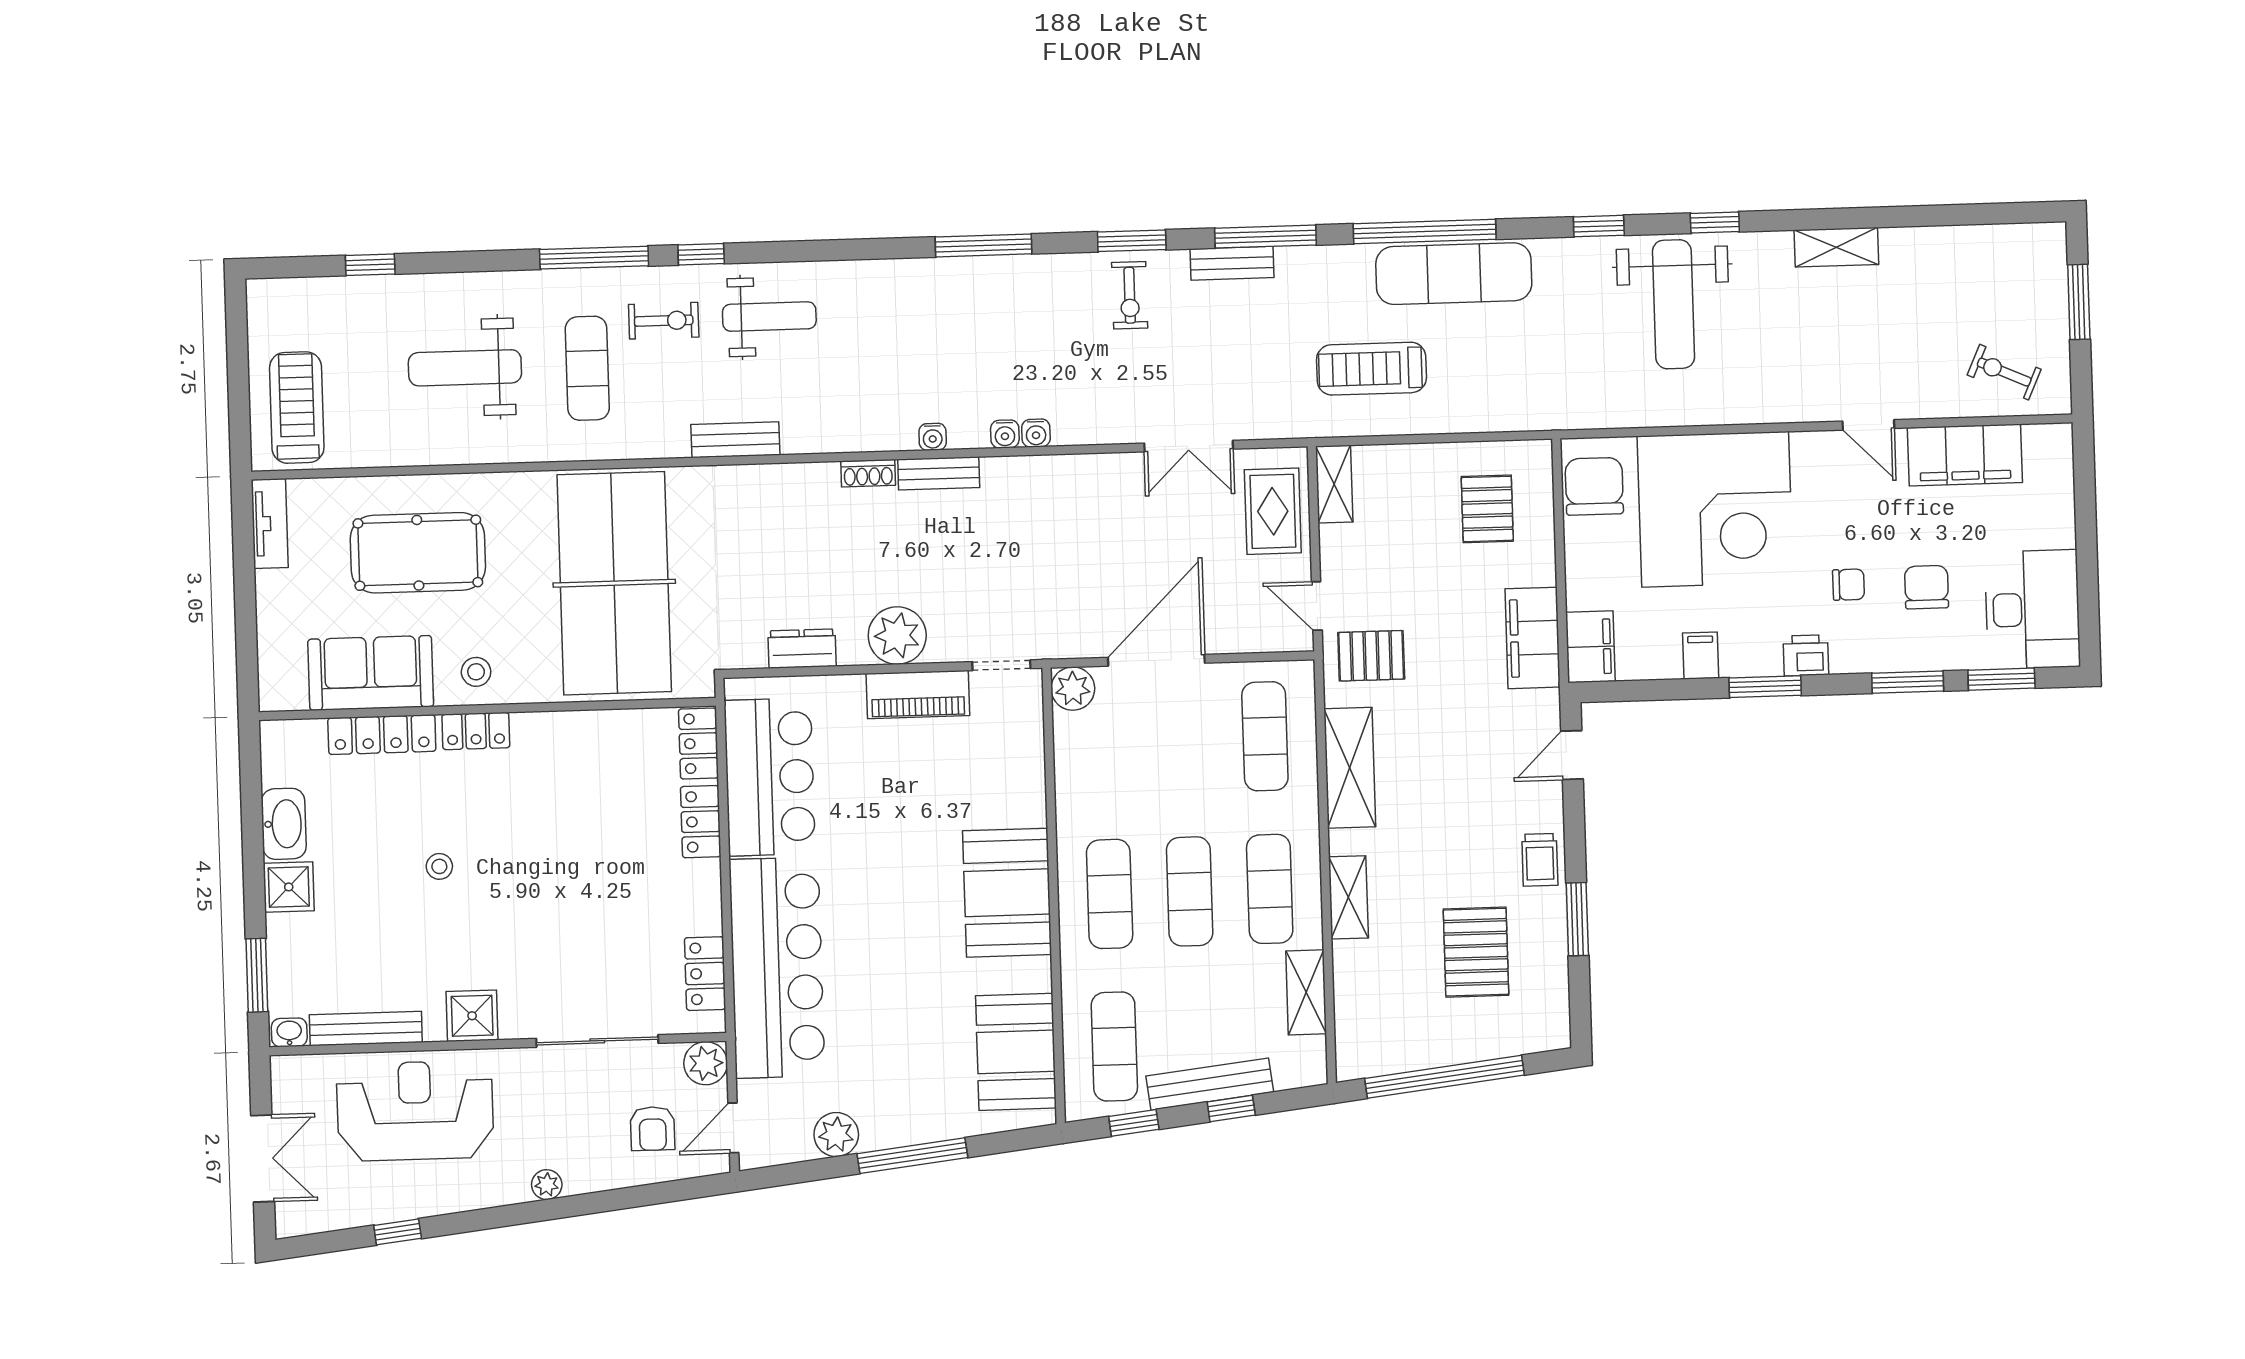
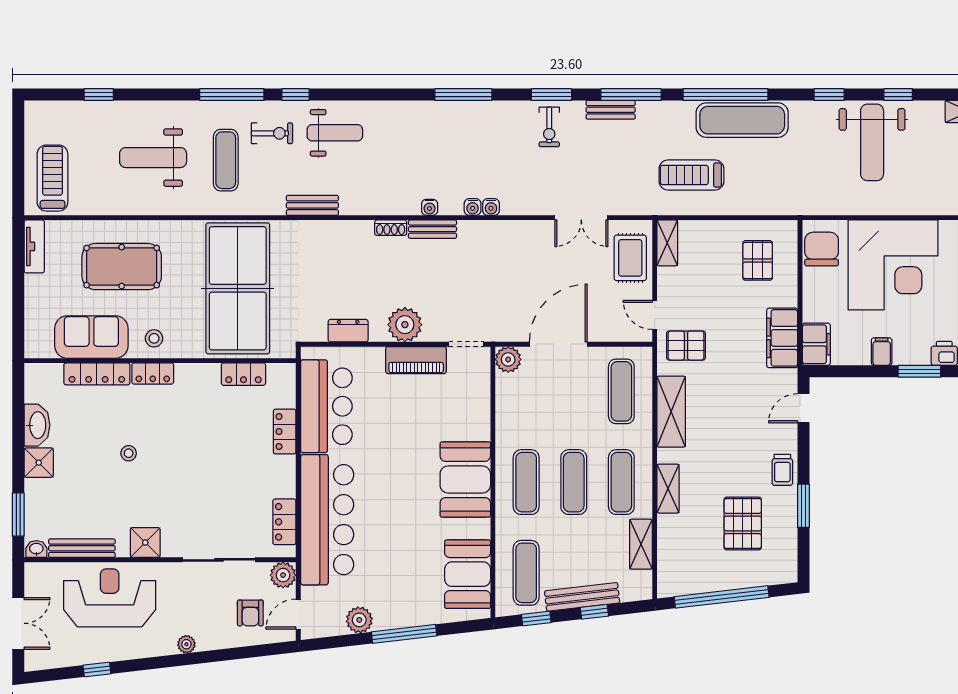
locker: (698, 743) -> (243, 374), moved, turned -90

